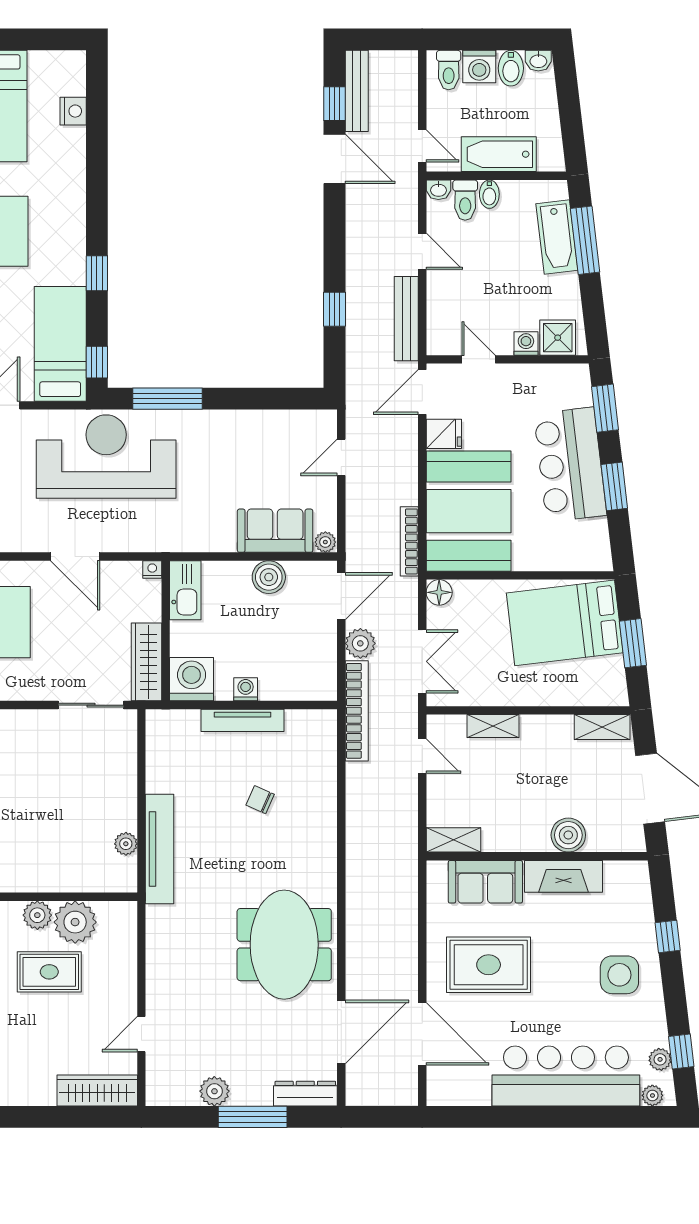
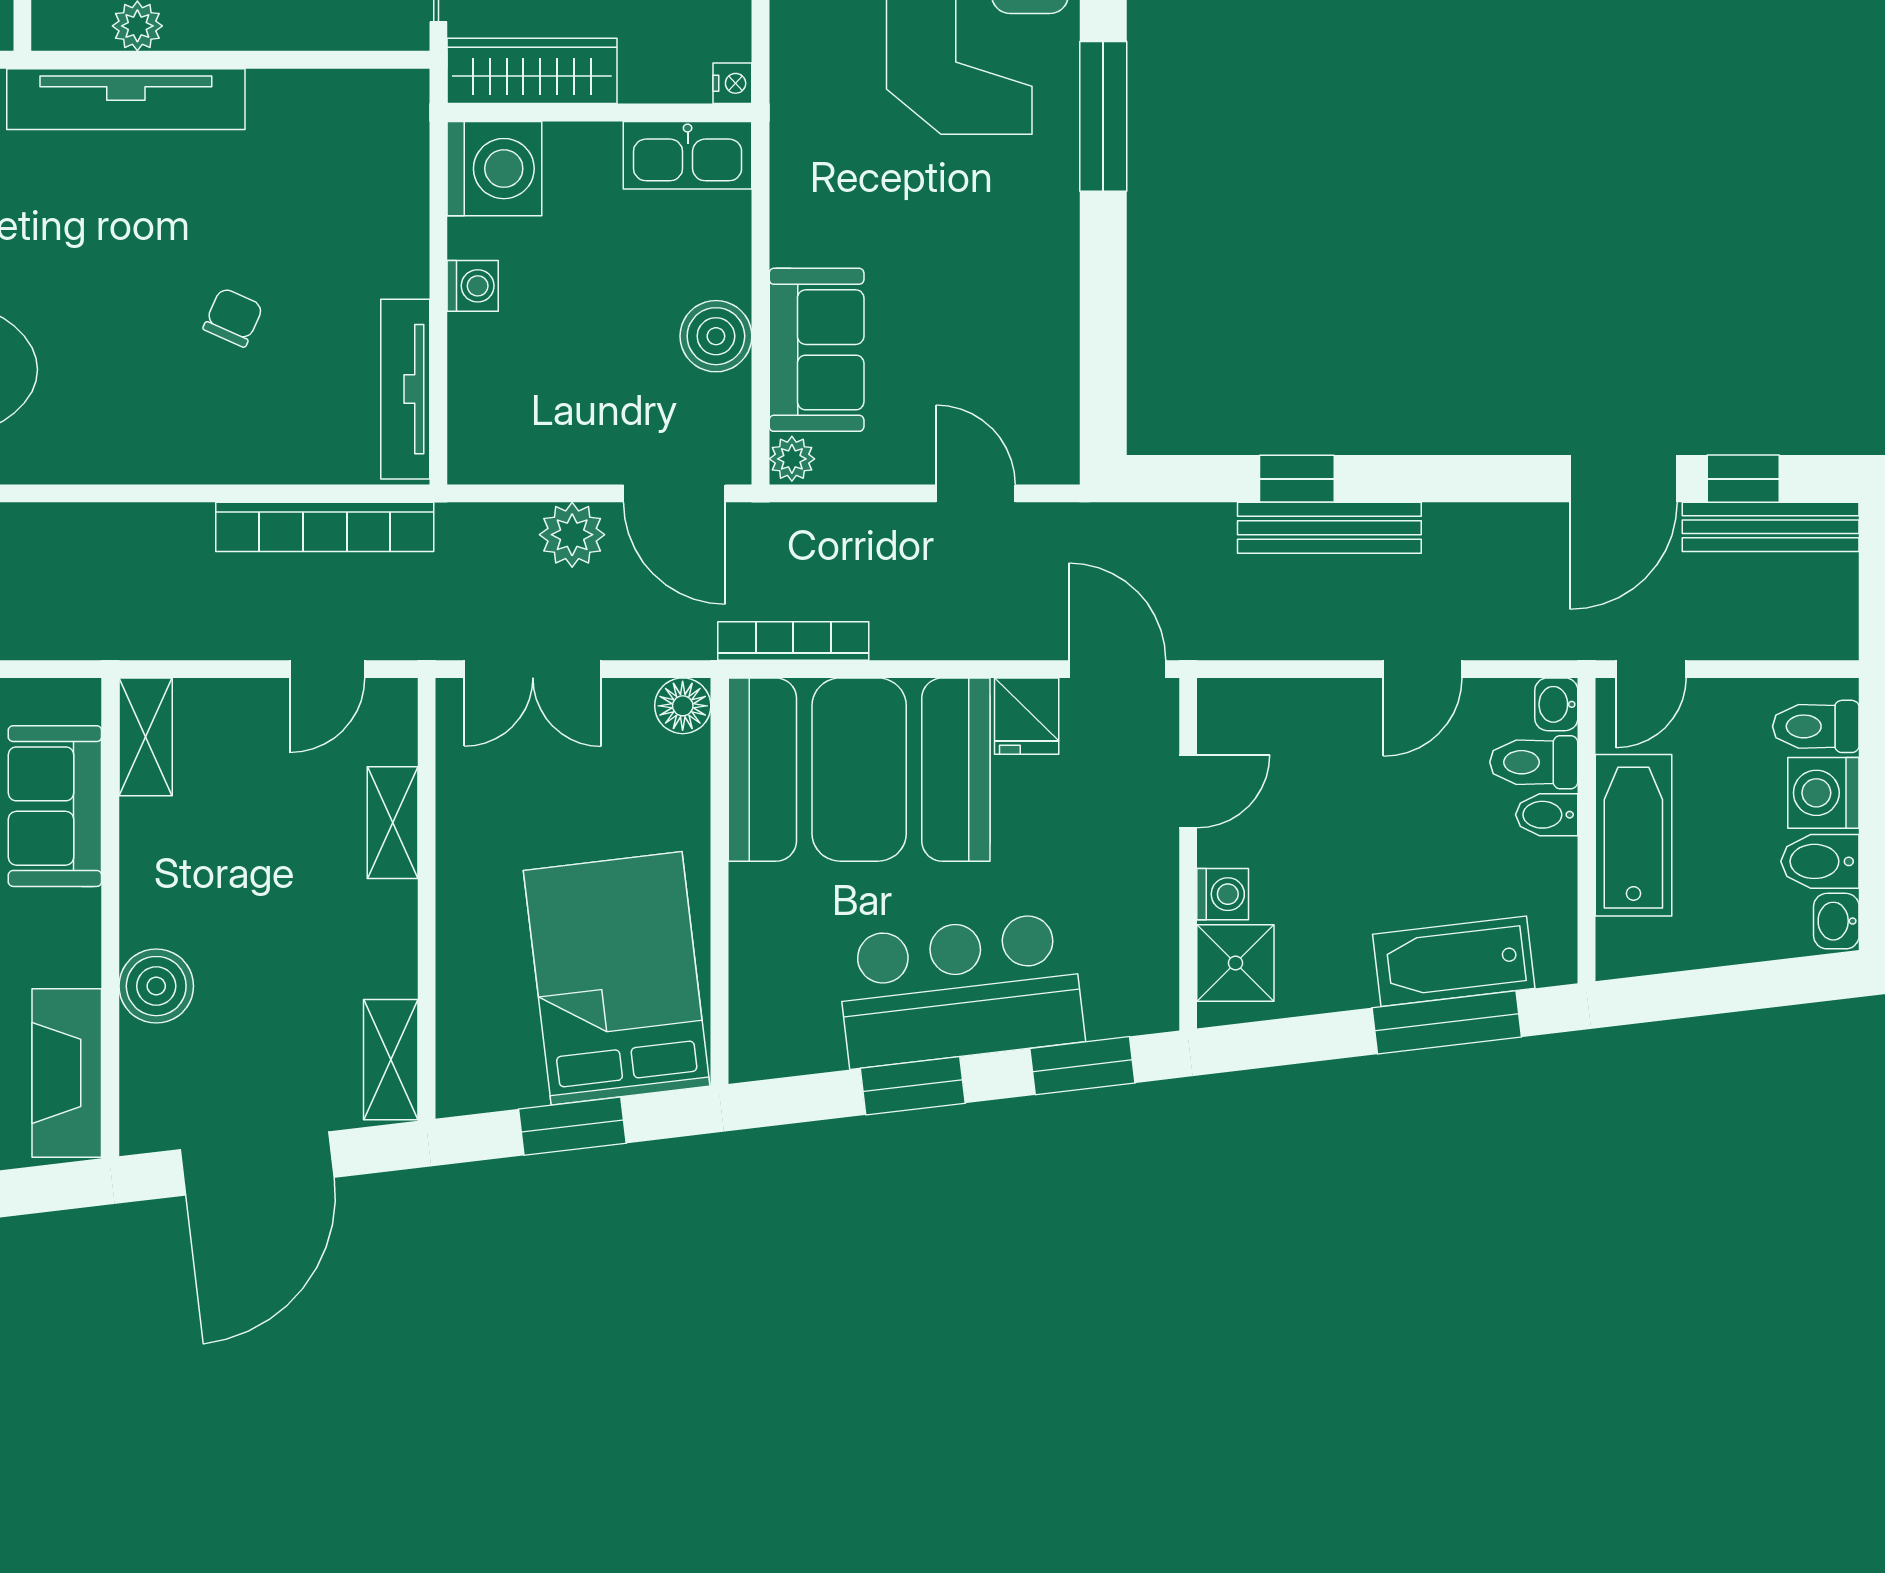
bench: (406, 319) -> (1329, 528), moved
bookcase: (357, 711) -> (325, 527), moved
tv unit: (243, 720) -> (405, 389), moved
fireplace: (564, 876) -> (67, 1073), moved

